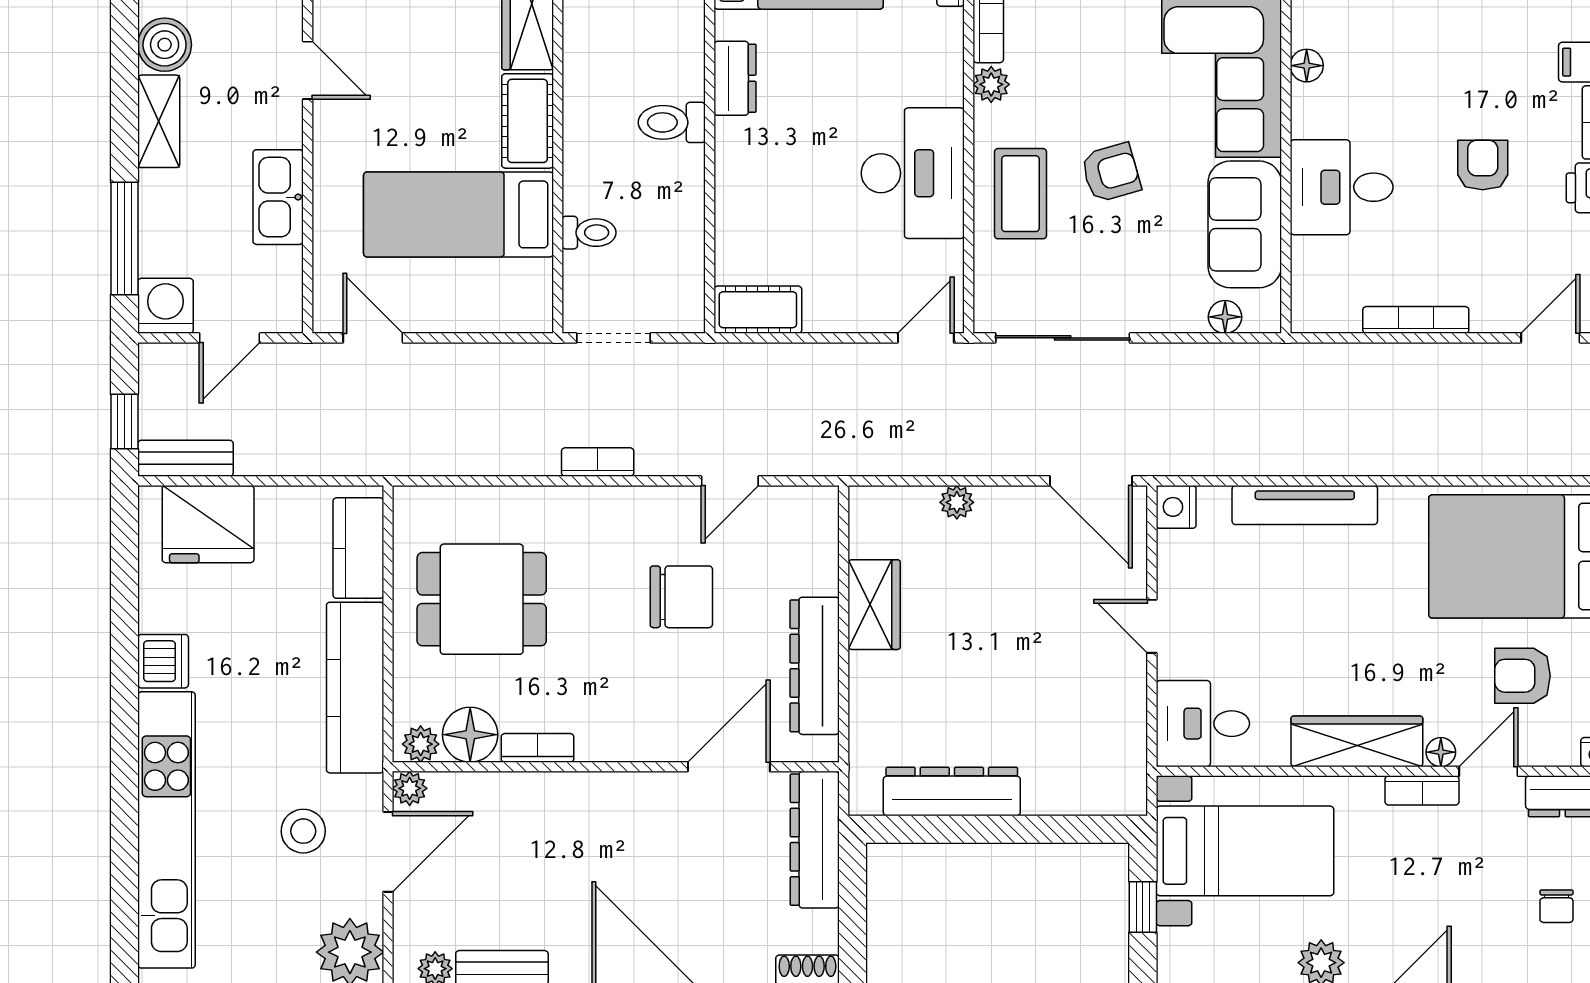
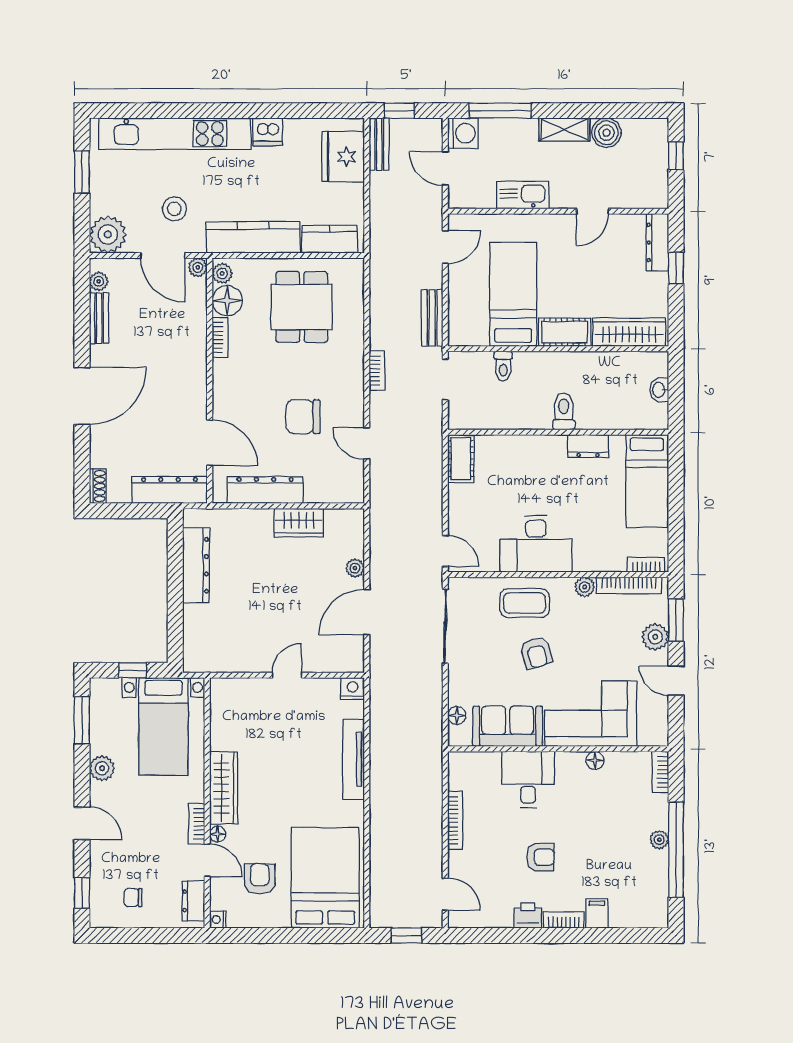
bench: (502, 362) -> (432, 318), added
door: (1091, 481) -> (367, 612), moved
chair: (681, 597) -> (303, 417), turned 90
desk: (1203, 724) -> (233, 703), removed

